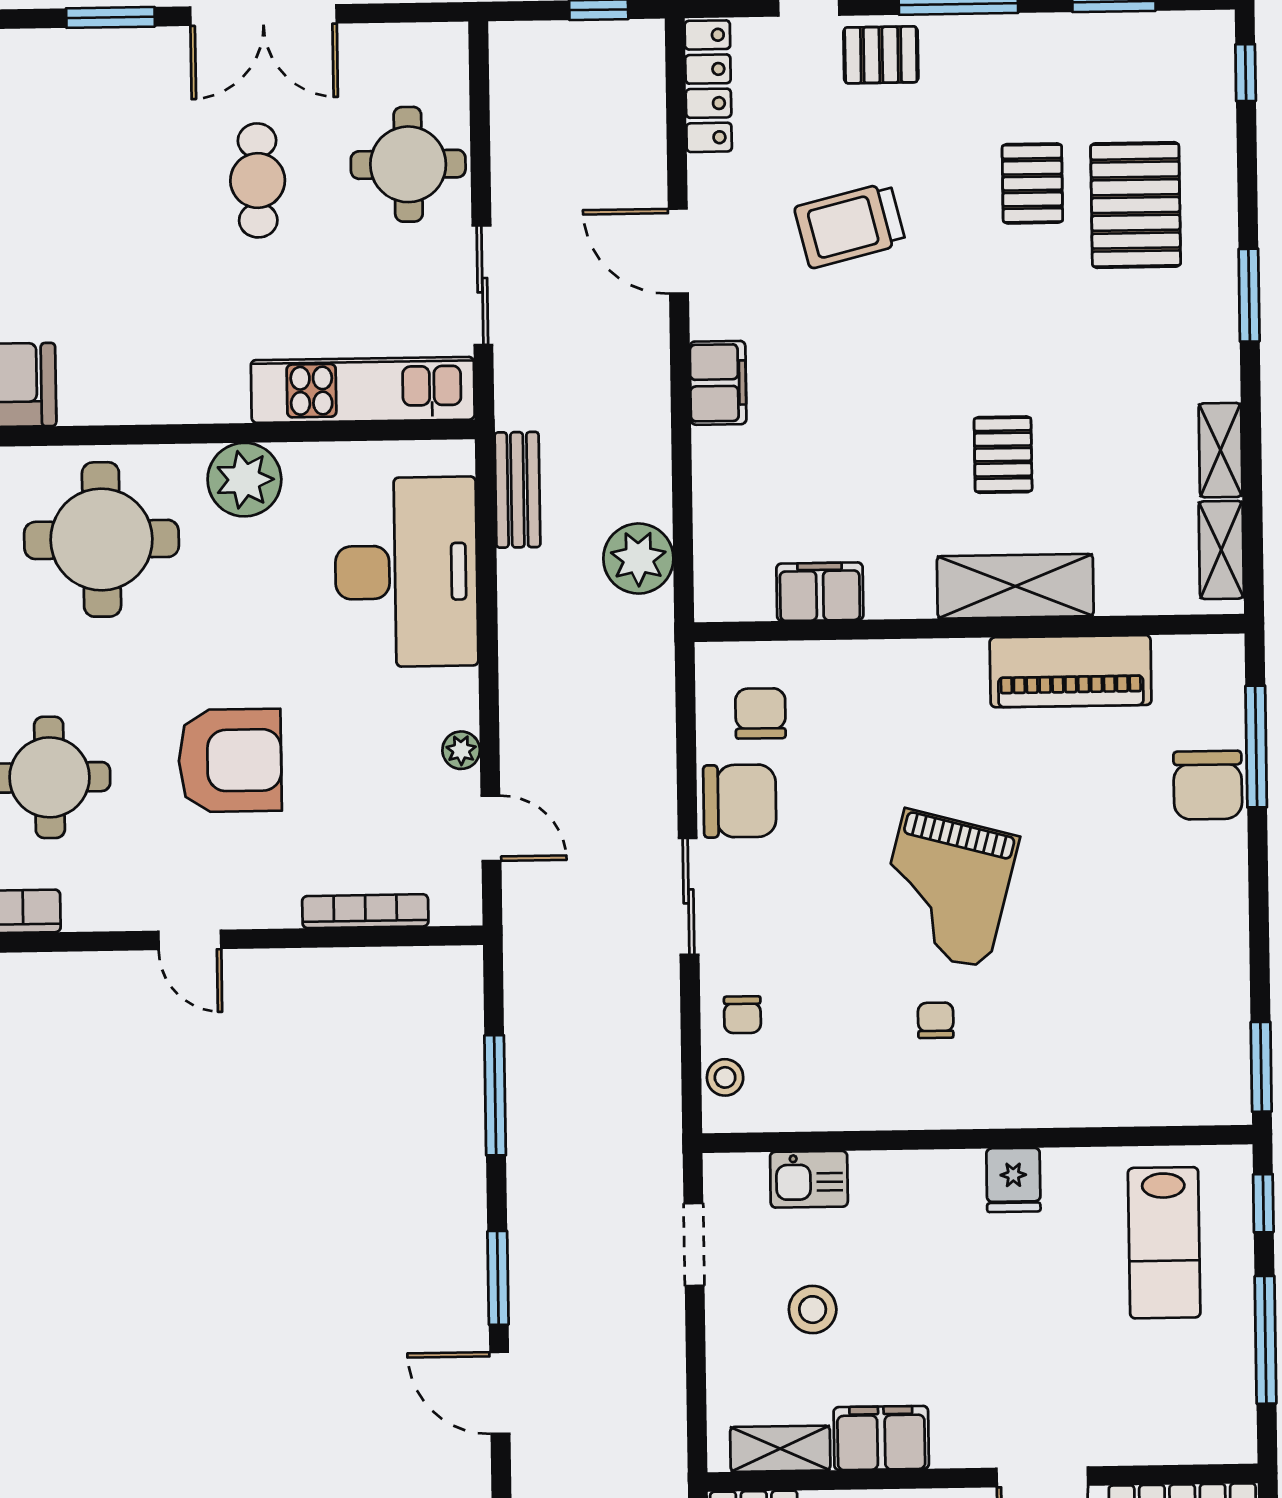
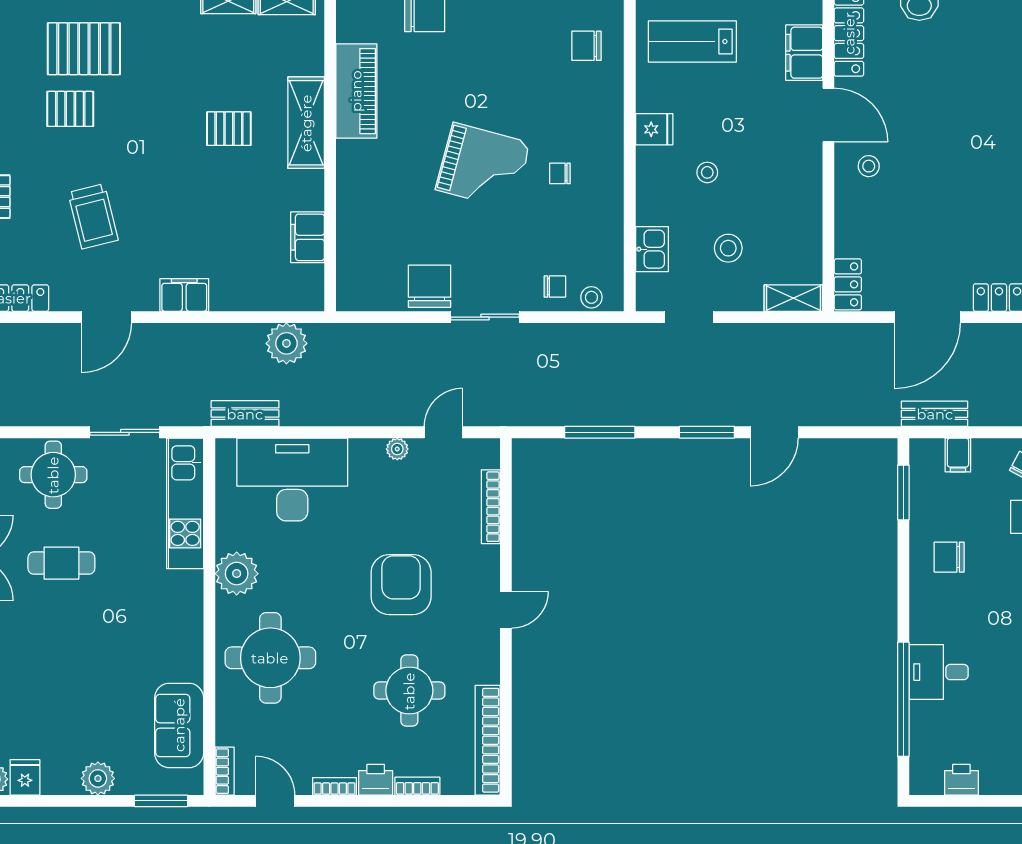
chair: (760, 713) -> (586, 46), moved
lab bench: (1164, 1243) -> (692, 41), turned 180
stool: (941, 1272) -> (707, 172), added
filing cabinet: (881, 1438) -> (804, 53), moved
shelving: (780, 1449) -> (793, 298), moved, turned 90

